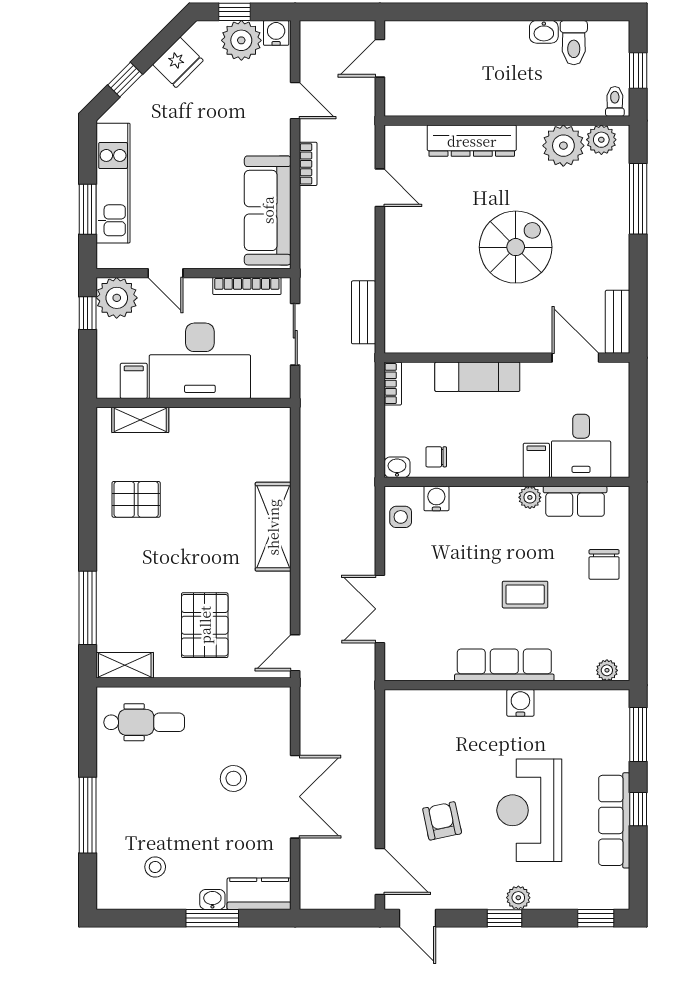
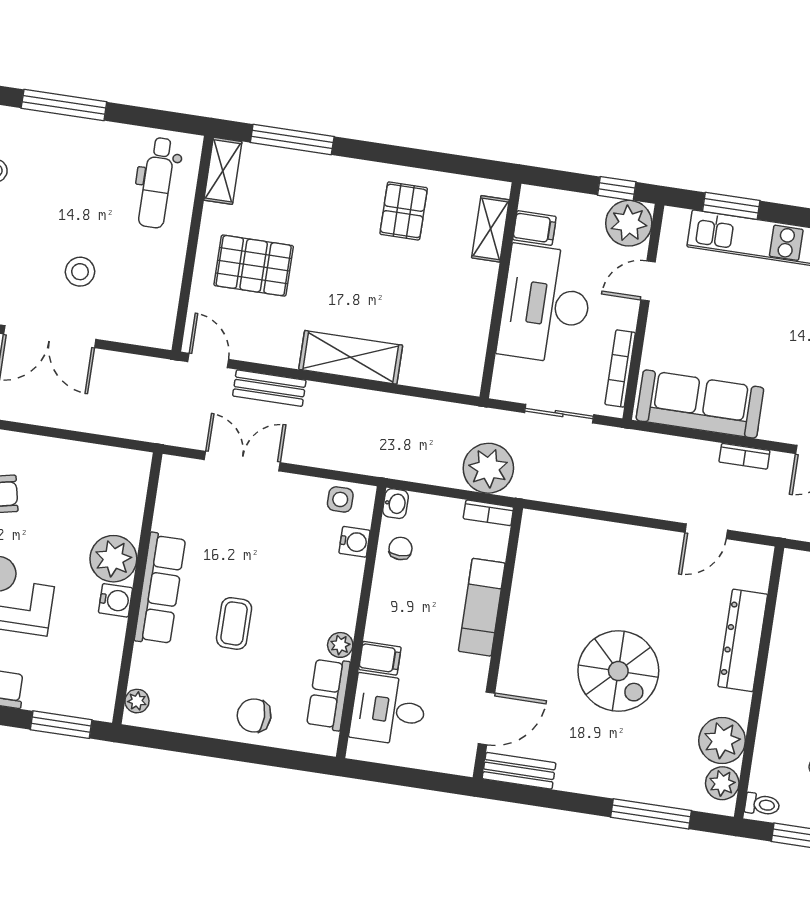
bench: (364, 312) -> (269, 388), moved
plant: (353, 390) -> (488, 468), added
plant: (484, 710) -> (113, 559), added

